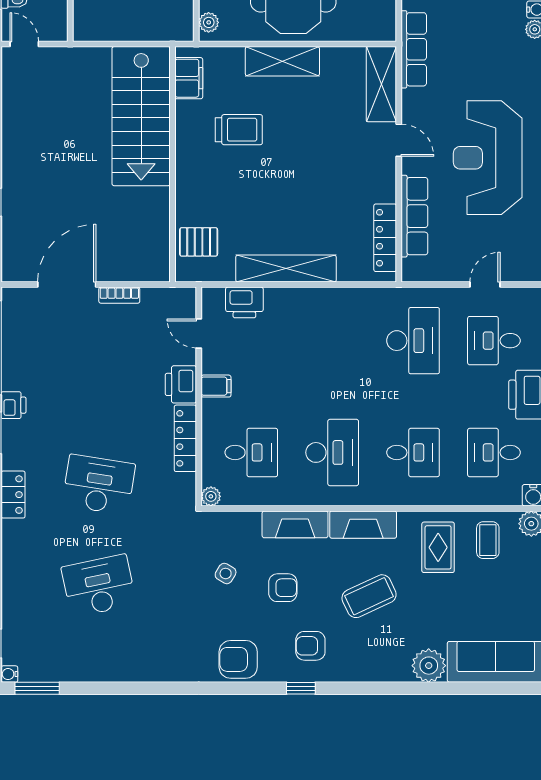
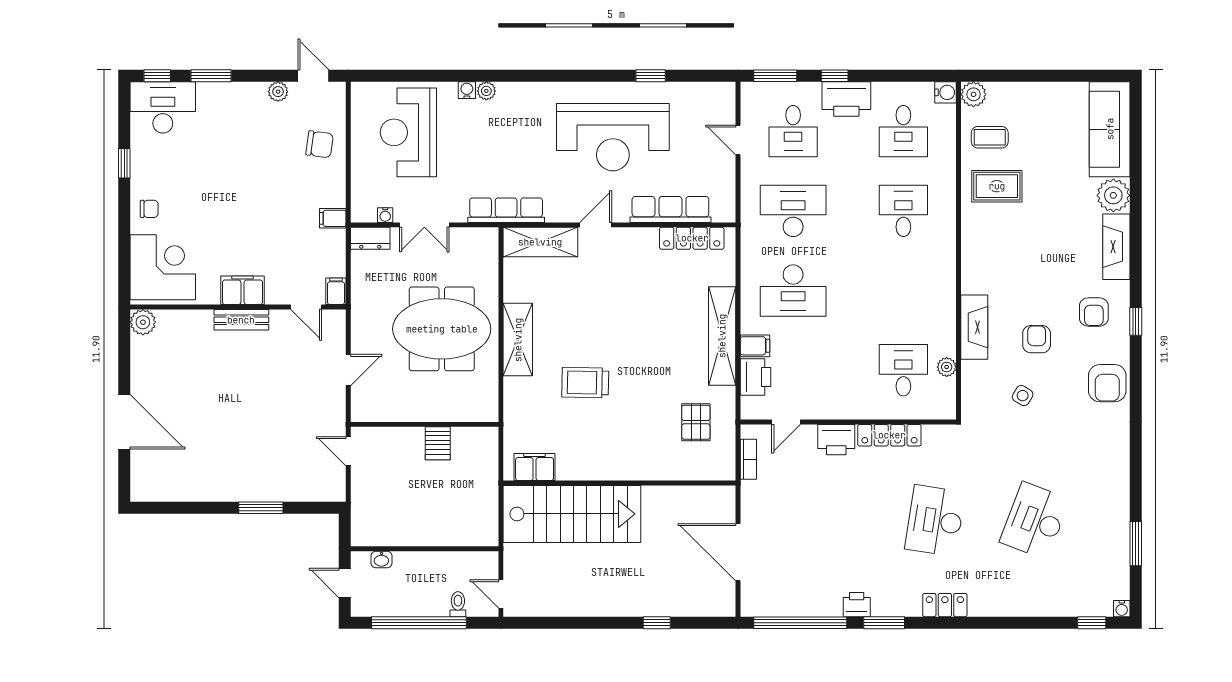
plant: (209, 22) -> (480, 412), removed
door: (24, 44) -> (501, 594), hinge flipped
filing cabinet: (189, 78) -> (535, 467), moved
stairs: (141, 116) -> (572, 514), moved
trolley: (239, 130) -> (585, 383), turned -89
wall: (173, 164) -> (619, 483), moved
bookcase: (119, 295) -> (748, 459), moved
filing cabinet: (216, 386) -> (755, 346), moved, turned 90
desk: (332, 452) -> (793, 291), moved, turned 180
plant: (211, 496) -> (947, 367), moved
fireplace: (363, 525) -> (1116, 247), moved, turned 180
desk: (99, 586) -> (1035, 521), turned 33
coffee table: (369, 596) -> (1045, 254), removed
window: (37, 688) -> (1136, 544), moved

